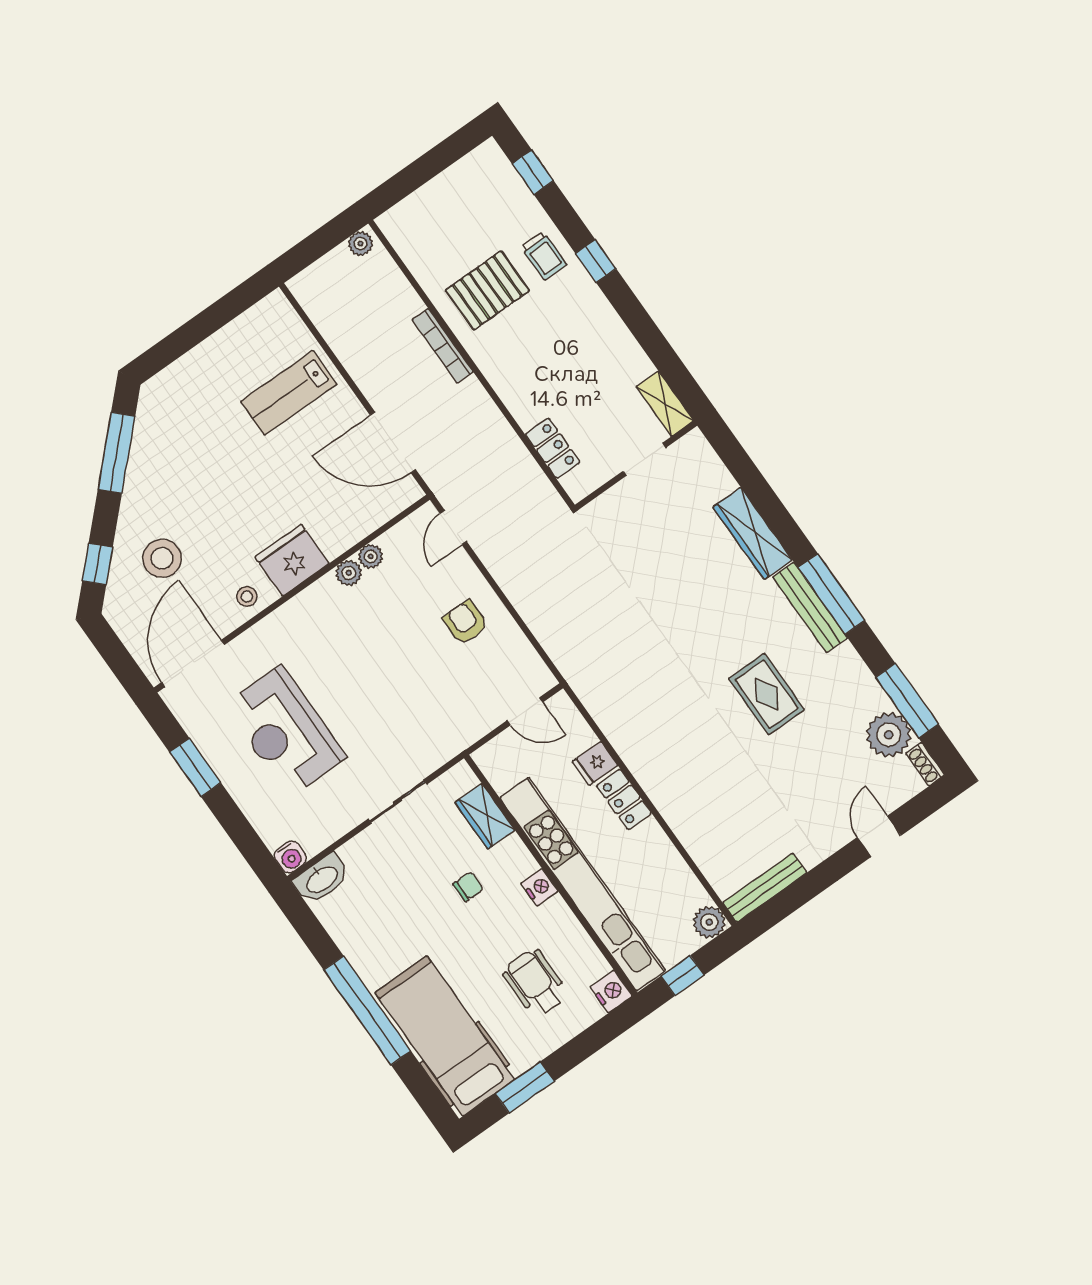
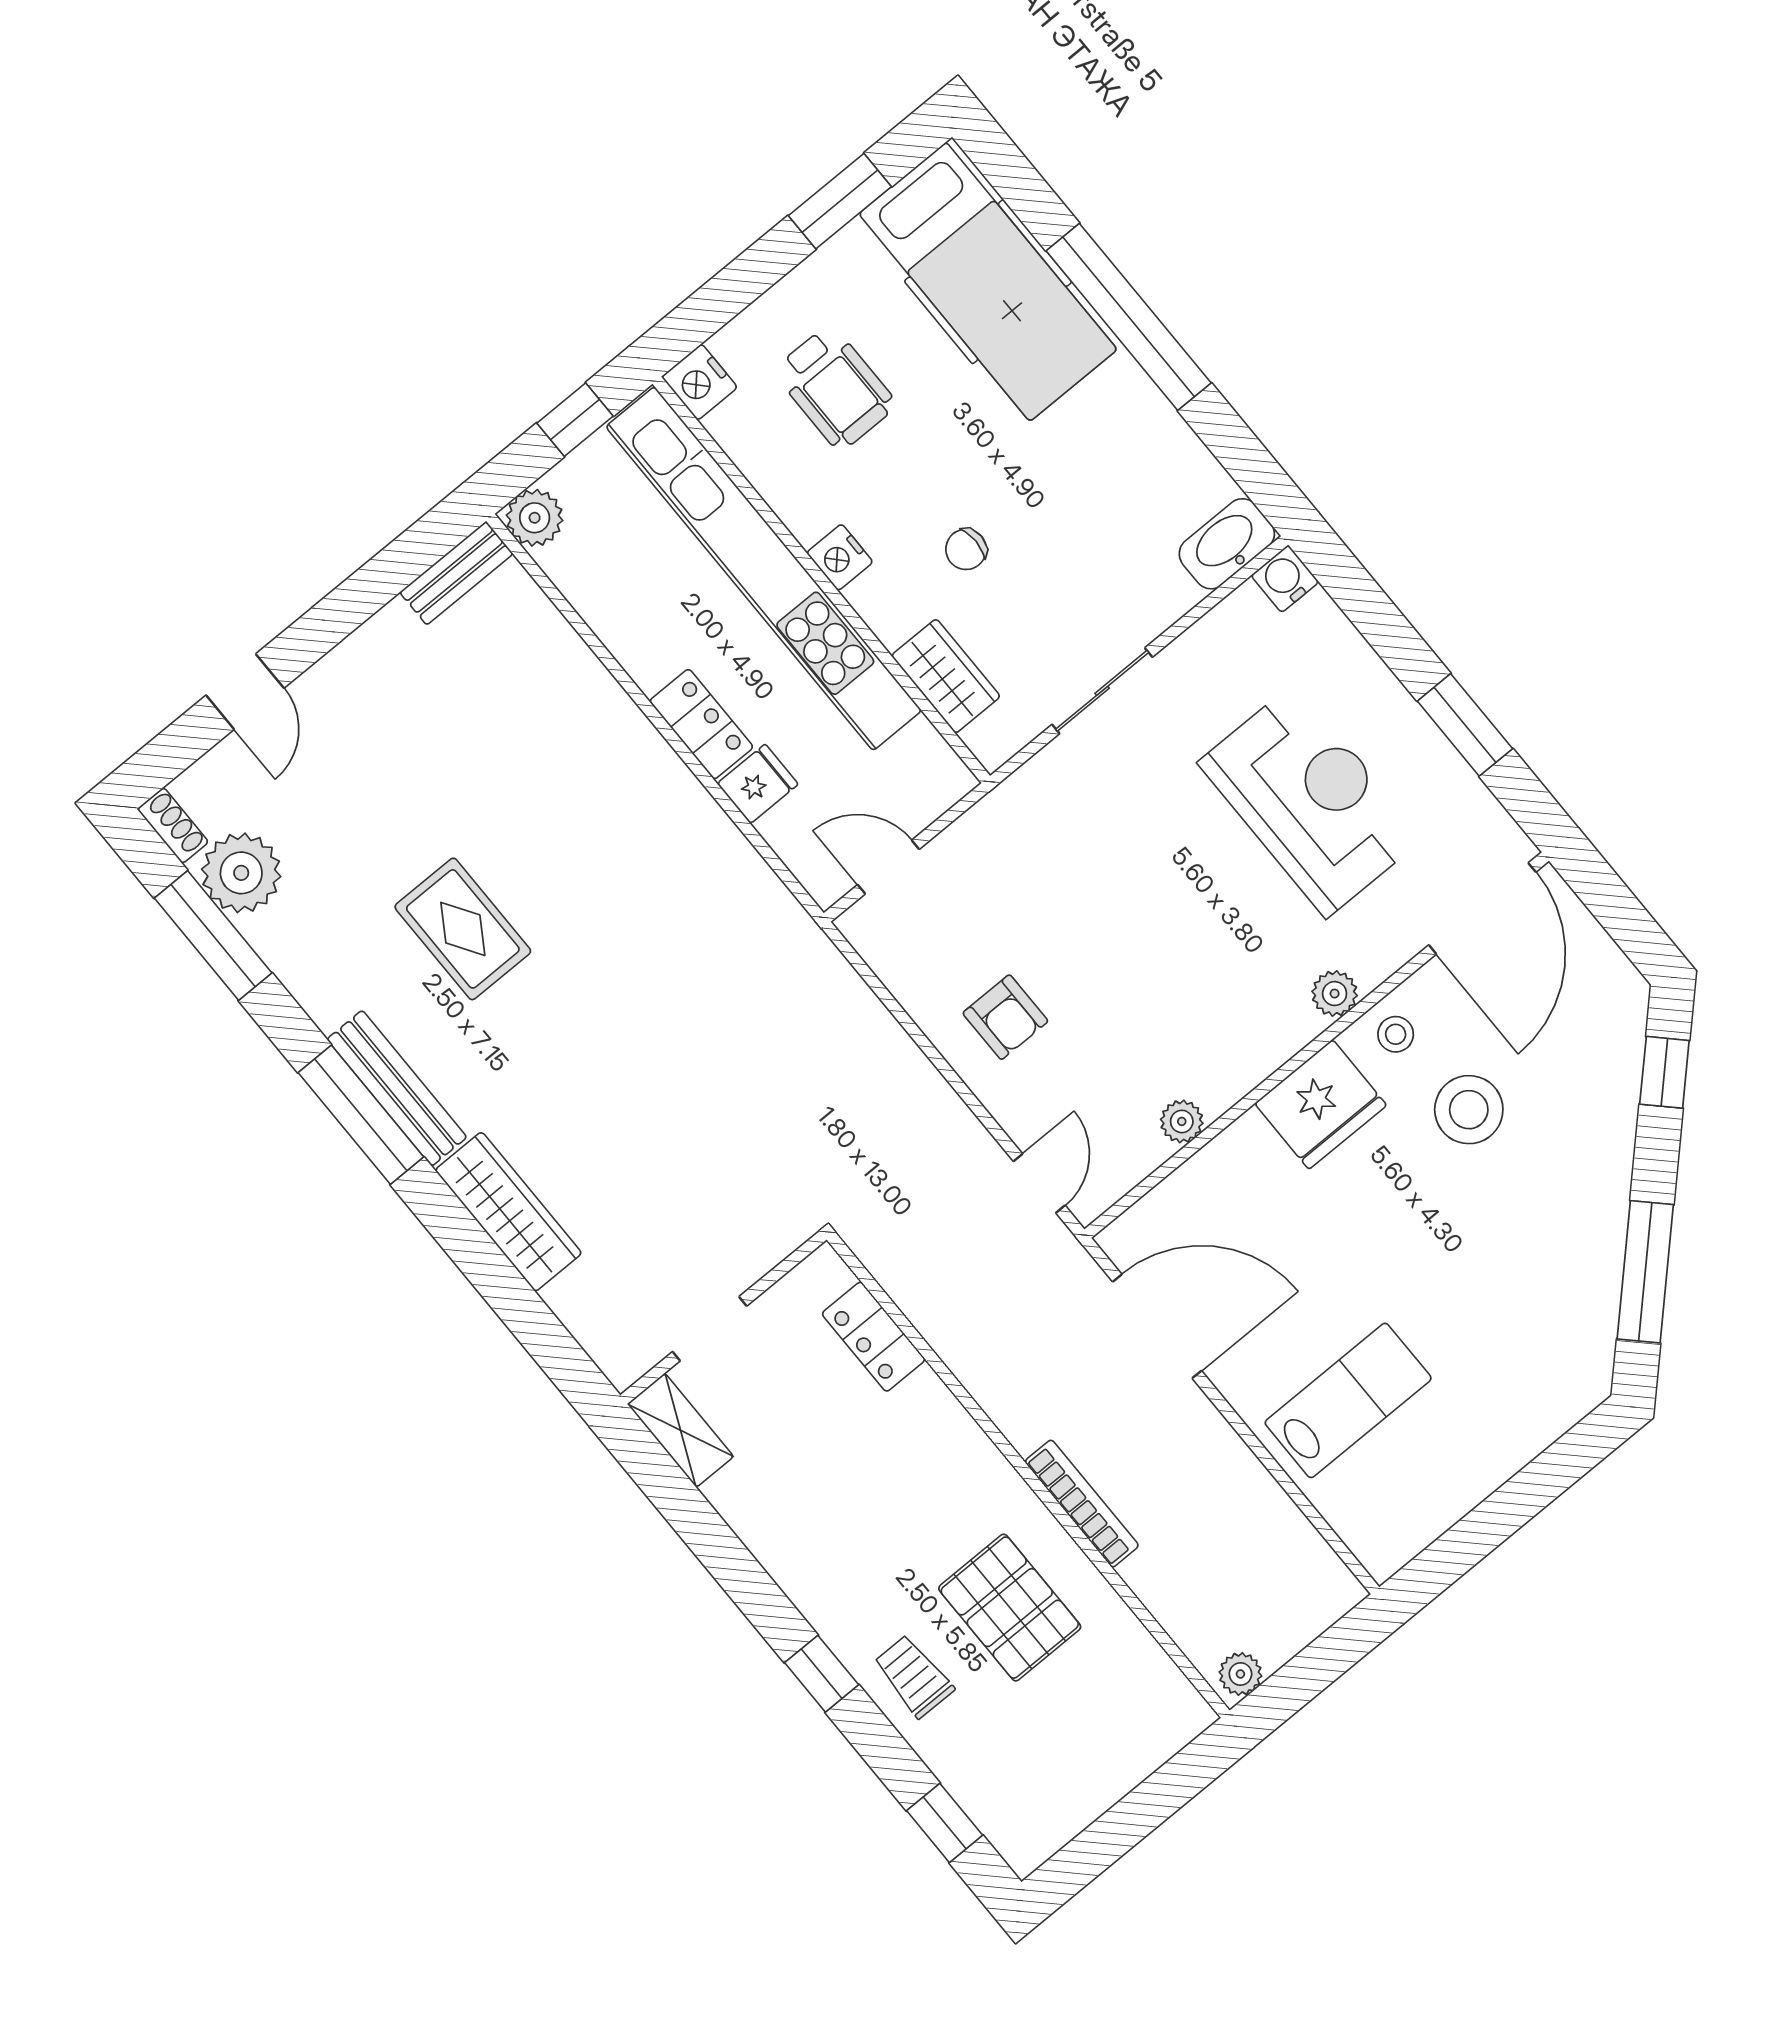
pallet: (487, 290) -> (1010, 1608), turned 90
stool: (162, 558) -> (1469, 1110), moved
plant: (349, 573) -> (1335, 994), moved
bench: (765, 888) -> (456, 573), width x0.73

